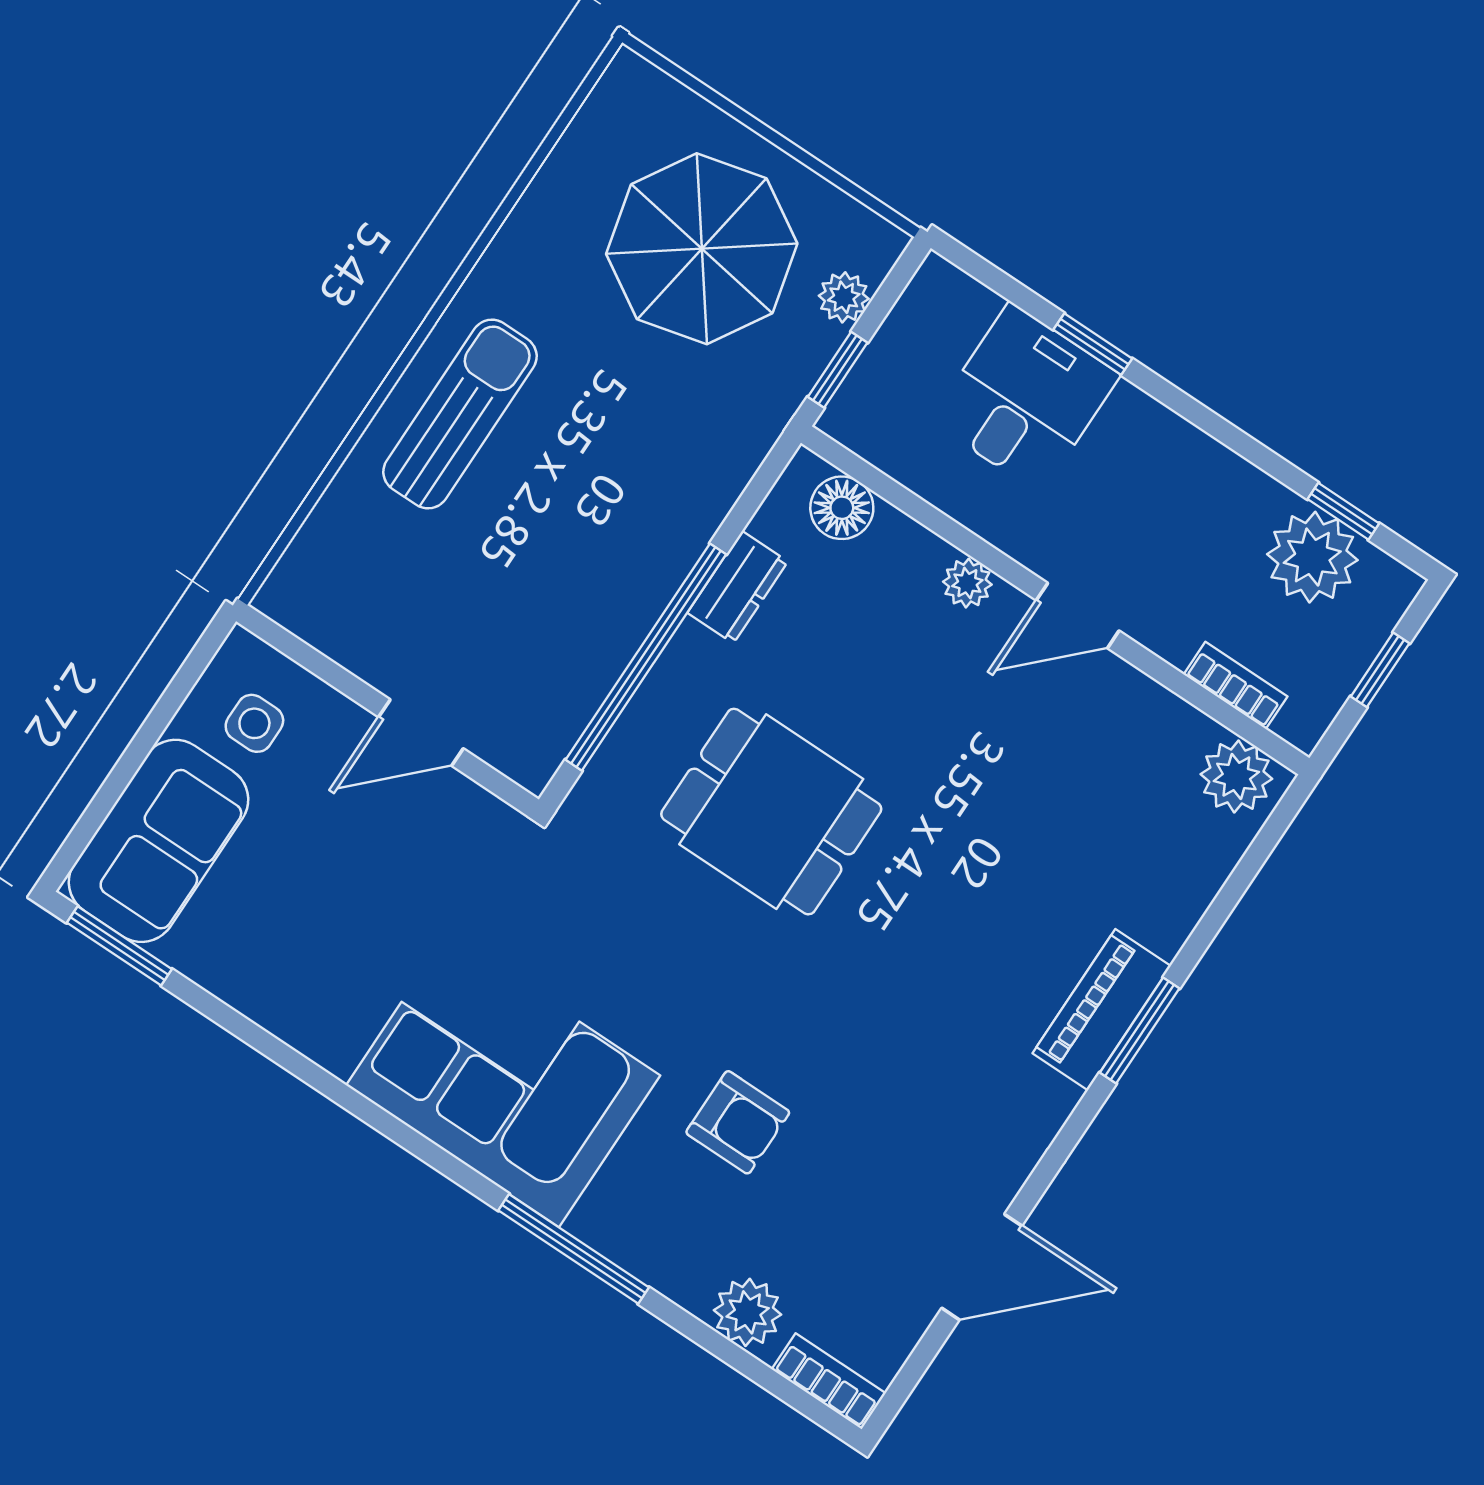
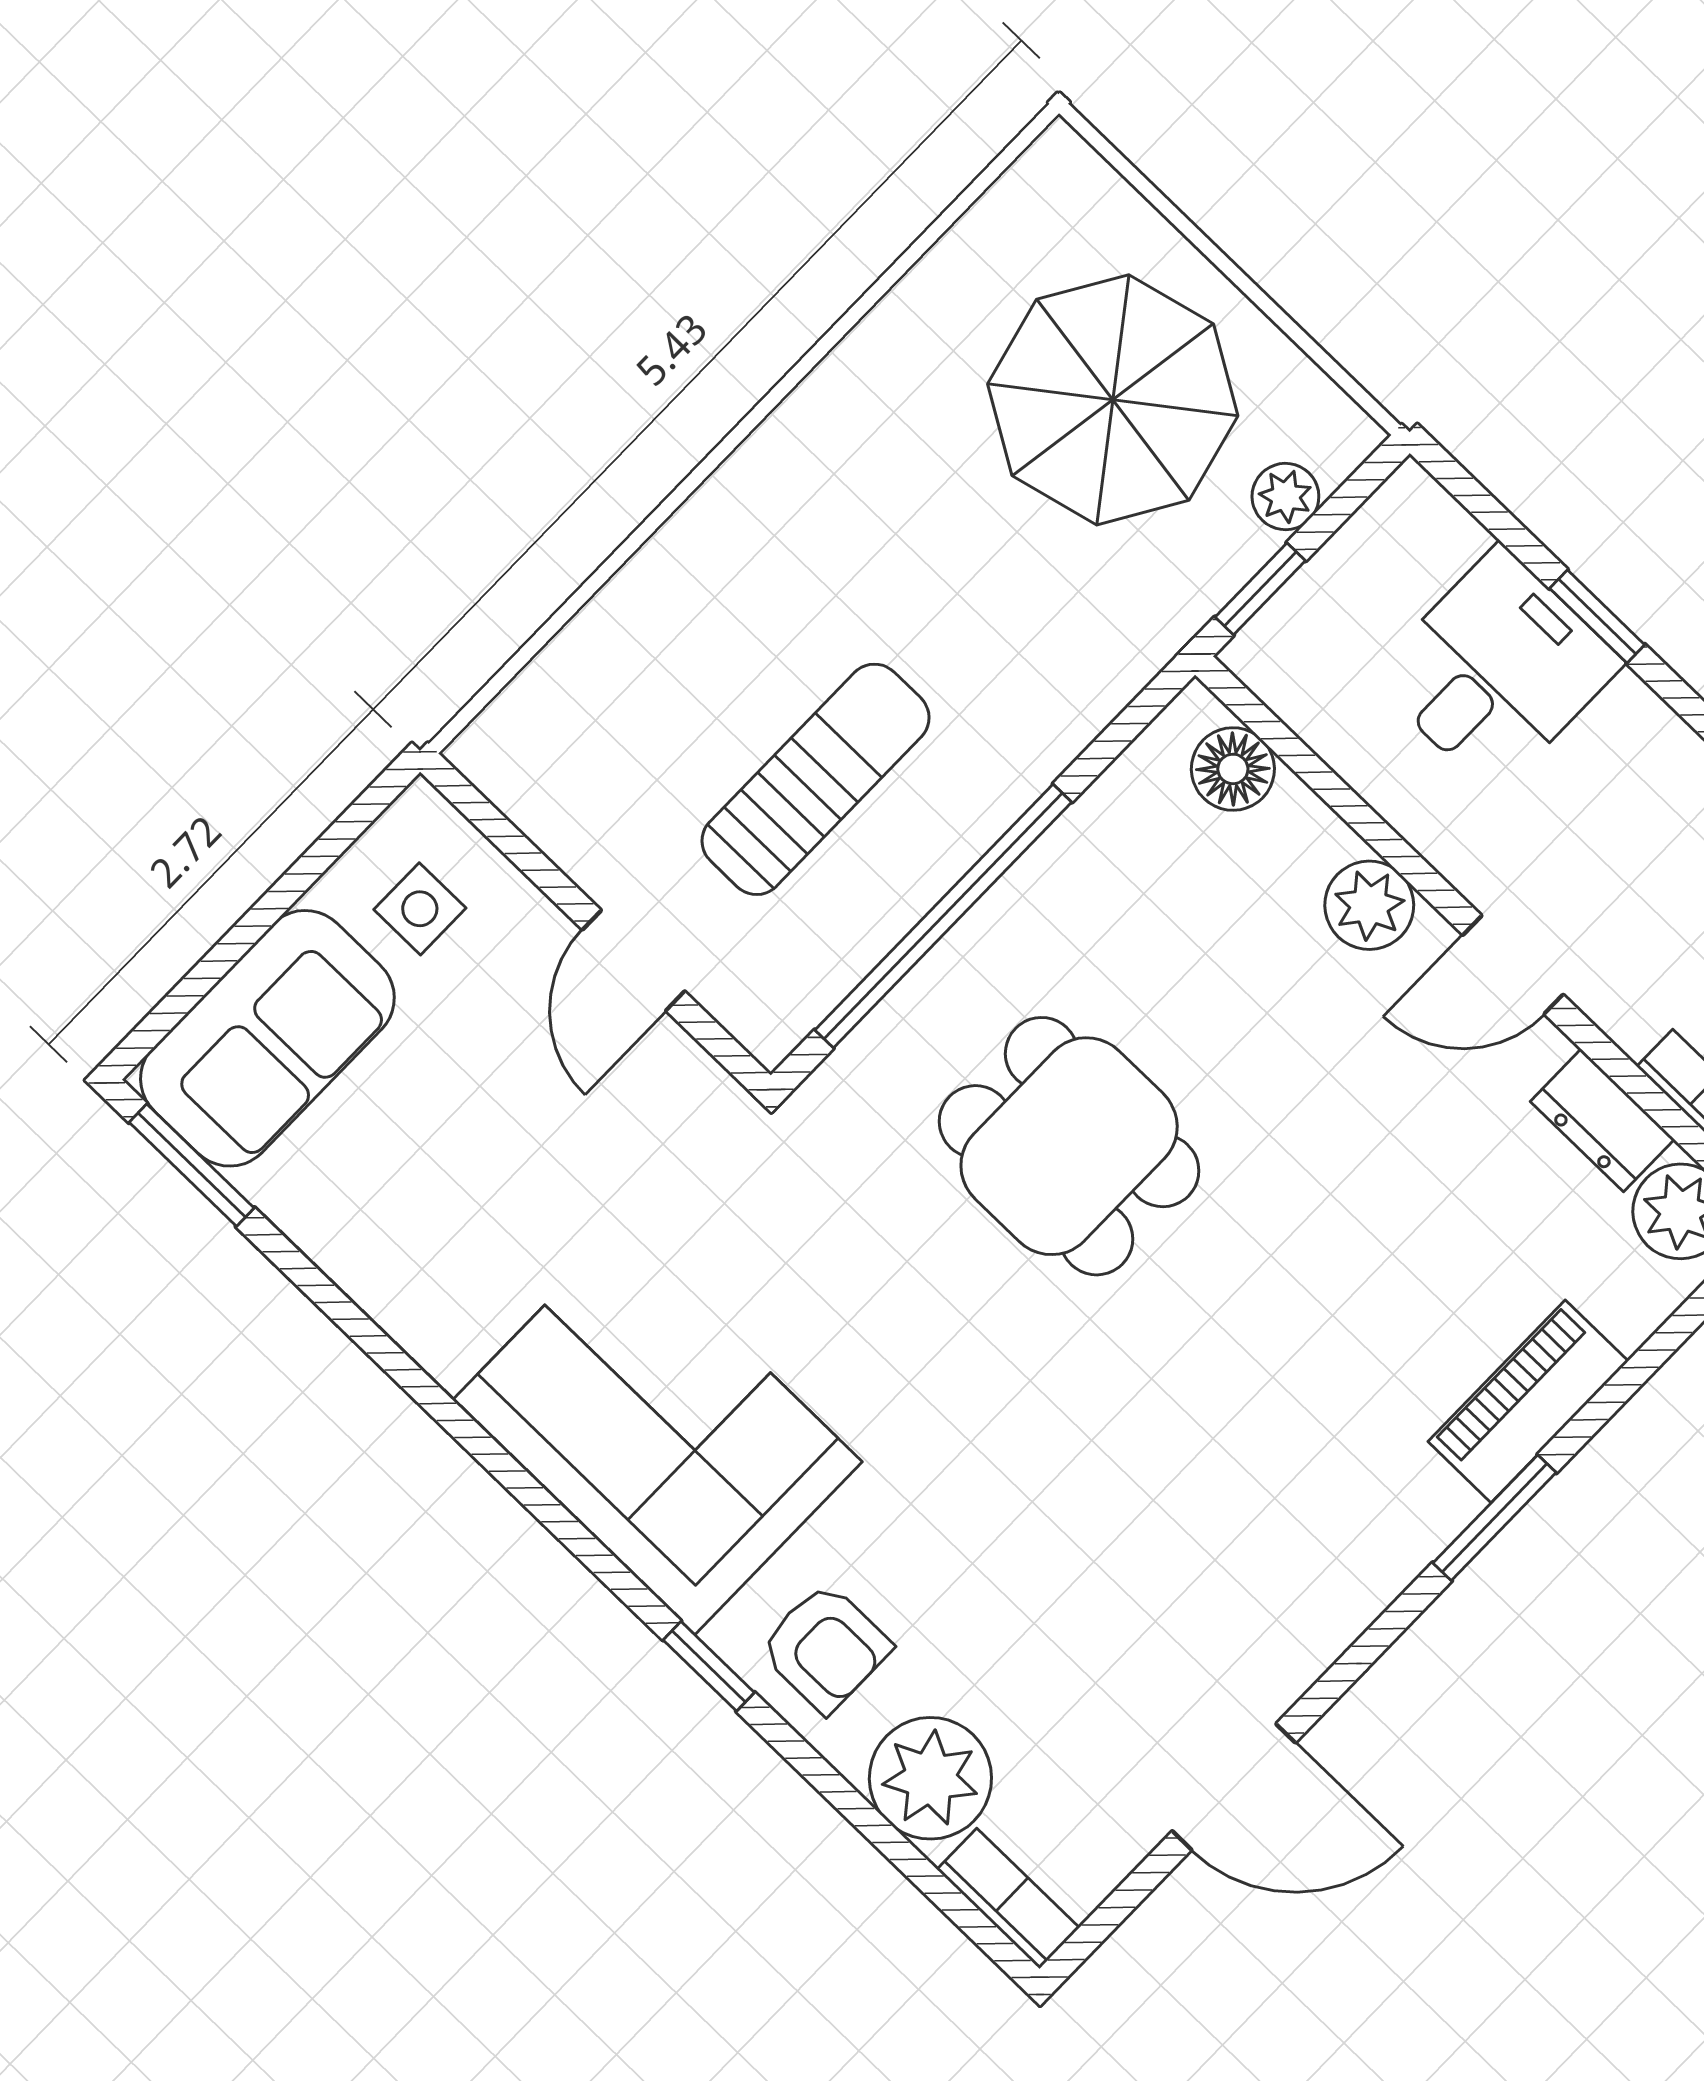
sun lounger: (460, 414) -> (816, 779), moved
plant: (967, 583) -> (1369, 905), width x1.38, depth x1.38
dresser: (738, 587) -> (1602, 1120), moved, turned 90
door: (421, 733) -> (634, 960), hinge flipped
piano: (1102, 1010) -> (1528, 1401), moved
armchair: (738, 1122) -> (825, 1648), moved
window: (574, 1249) -> (709, 1666), width x0.46
plant: (748, 1312) -> (930, 1778), width x1.36, depth x1.36

